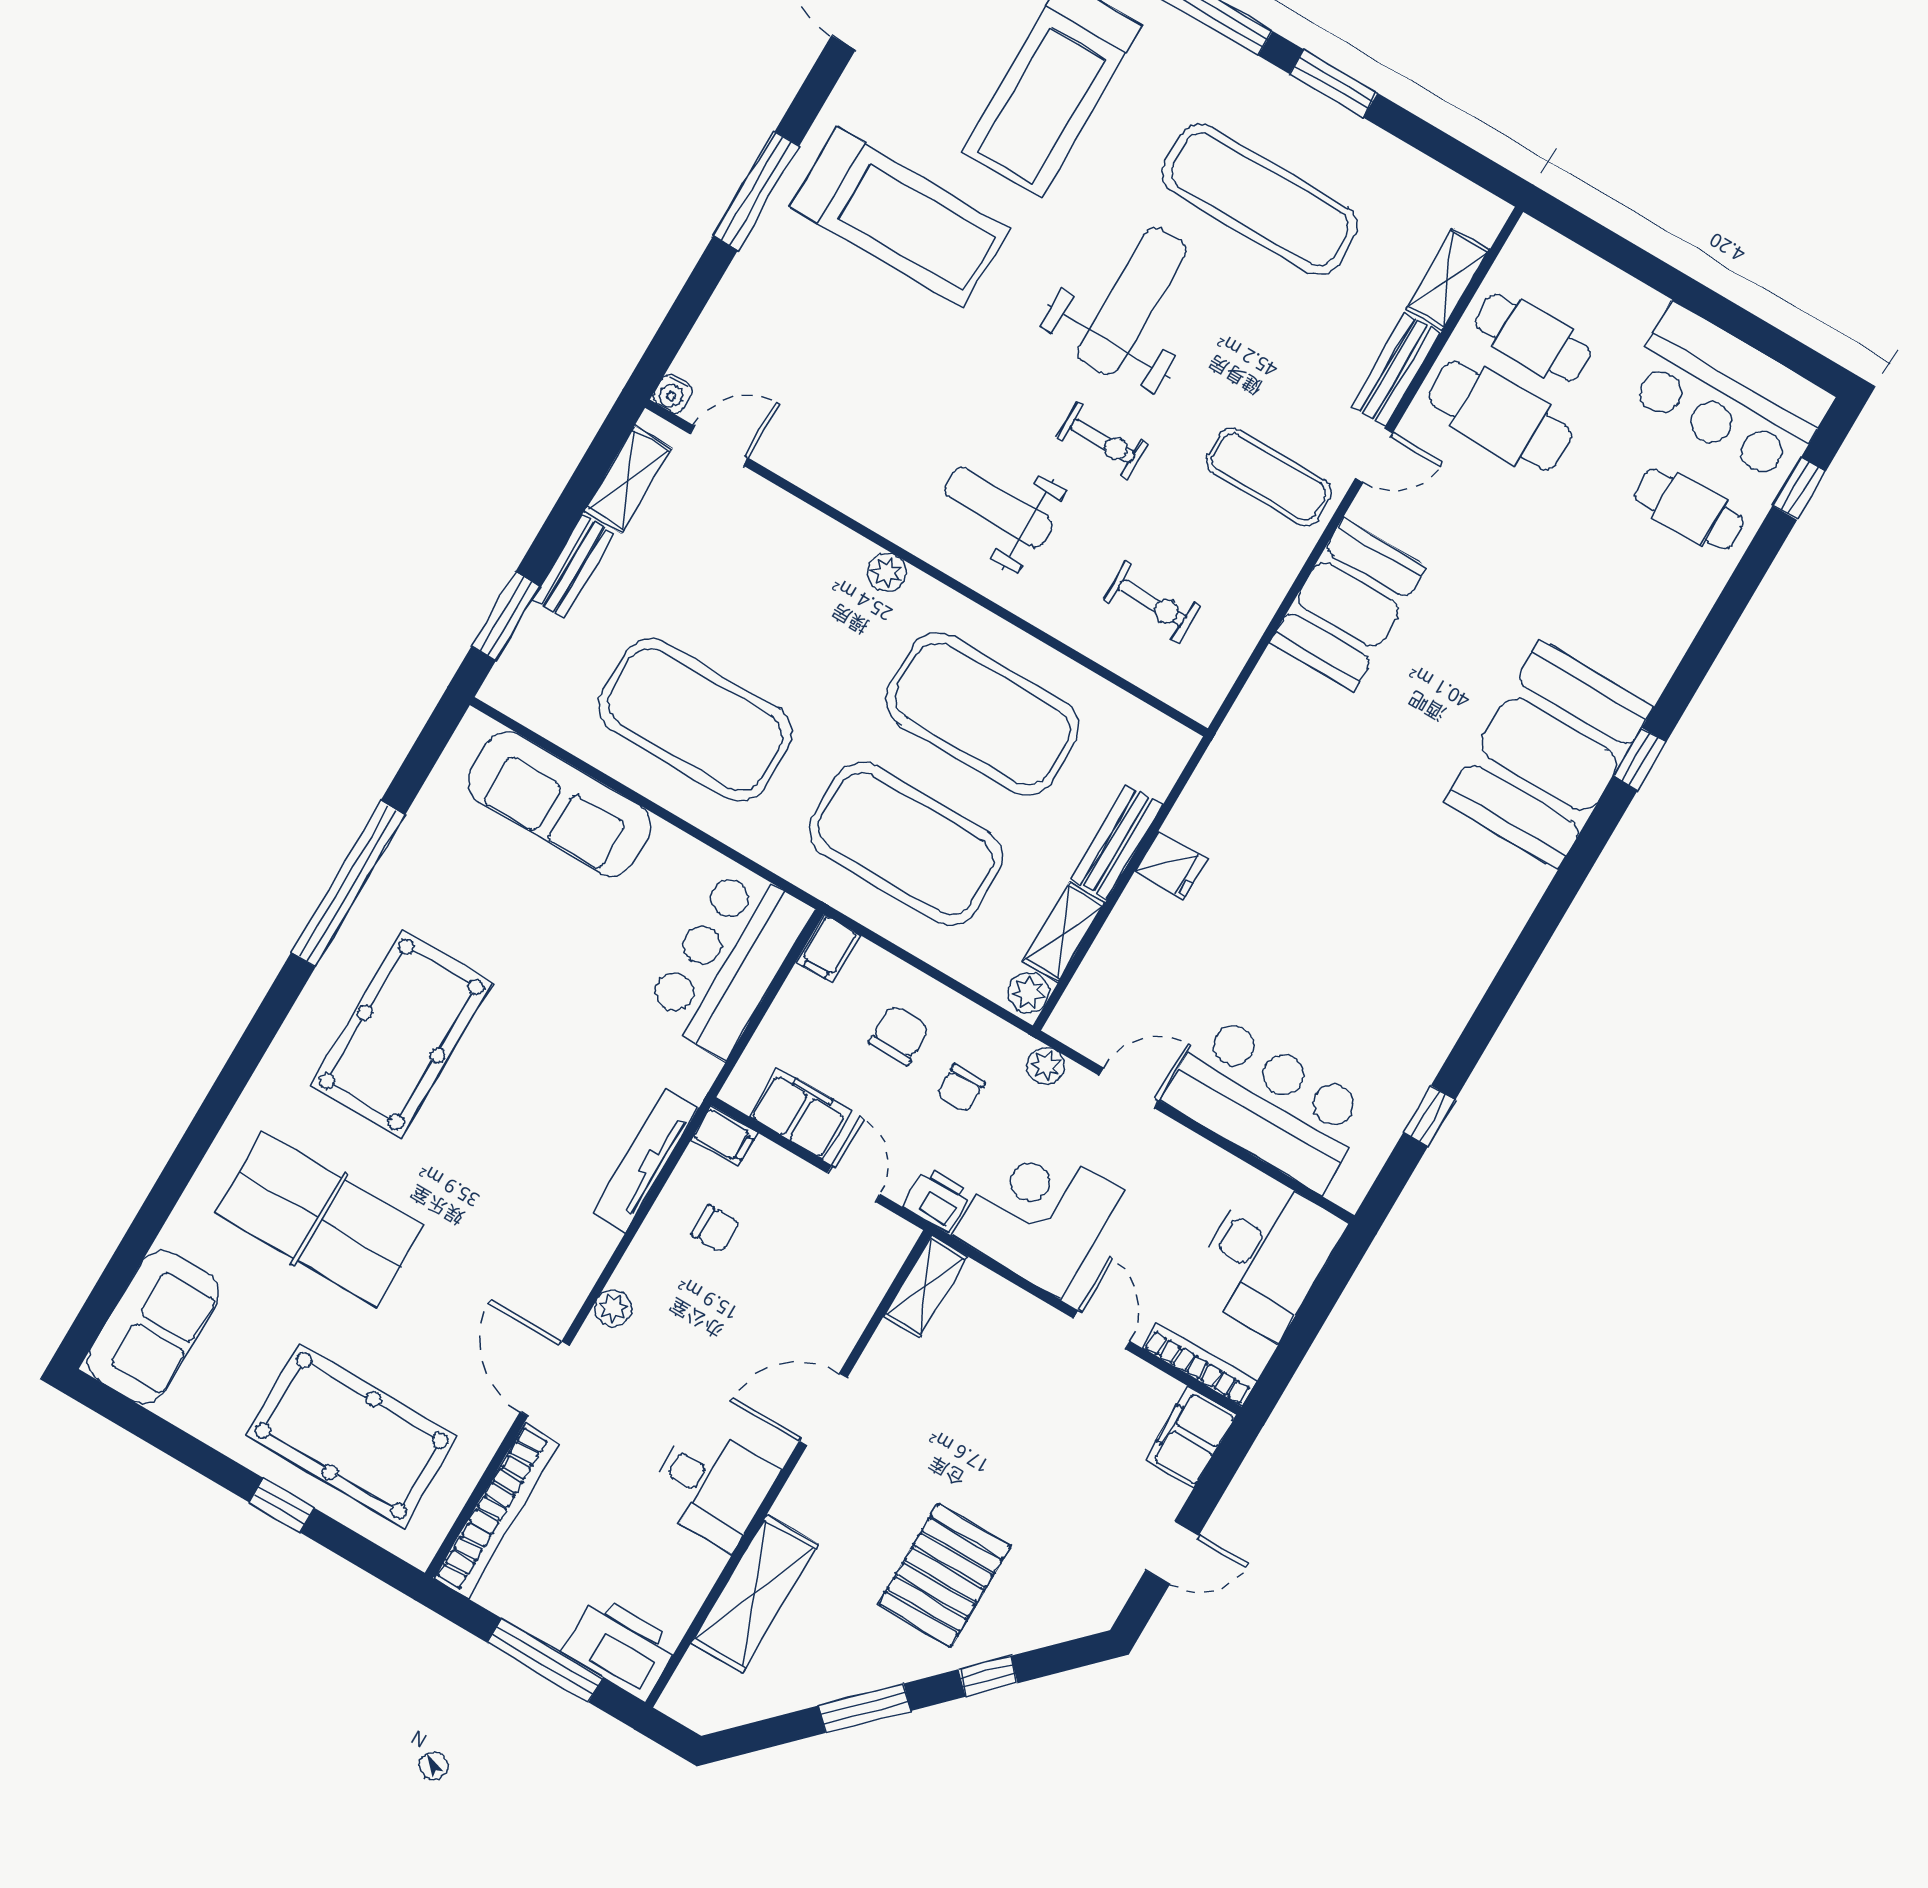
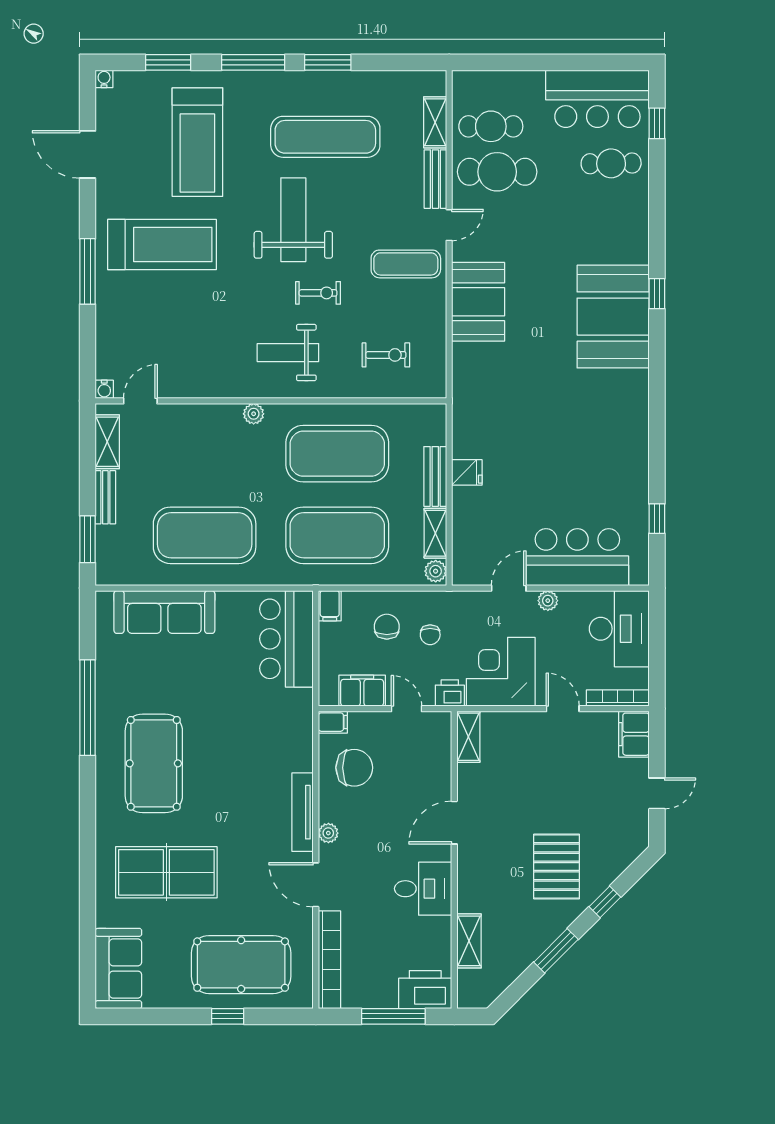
plant: (1046, 1066) -> (548, 601), moved
tv unit: (645, 1160) -> (303, 812), moved
chair: (715, 1229) -> (354, 768), width x1.87, depth x1.87
shelving: (755, 1594) -> (469, 941), width x0.67, depth x0.75

